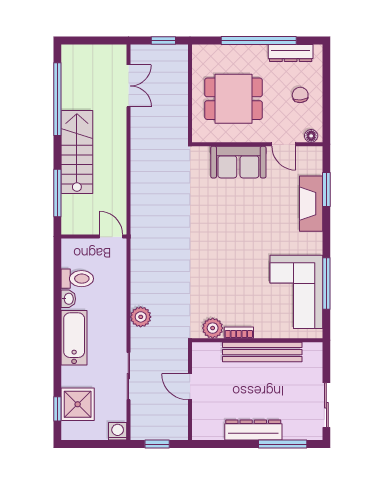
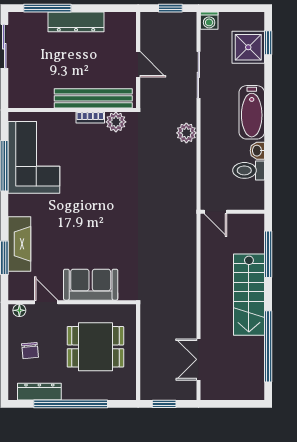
bench: (262, 352) -> (93, 98), moved

